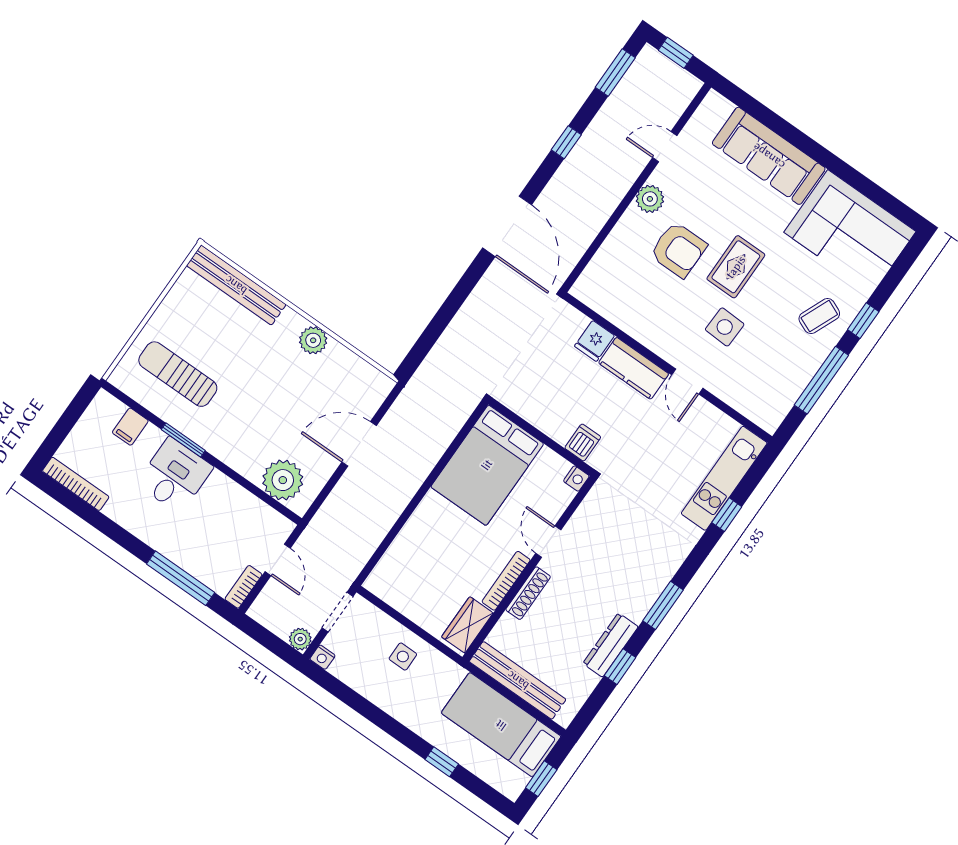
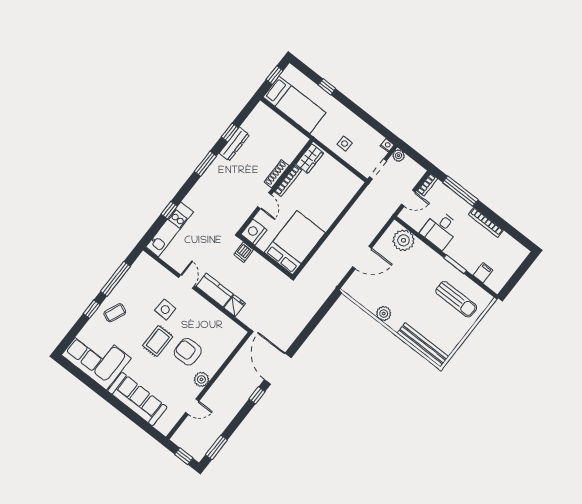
window: (566, 142) -> (257, 395), moved
desk: (175, 475) -> (440, 230), moved
nightstand: (576, 479) -> (254, 232), width x1.89, depth x1.79
bookcase: (76, 484) -> (486, 222), moved
door: (278, 560) -> (408, 198), swing flipped
bench: (518, 680) -> (284, 128), removed

